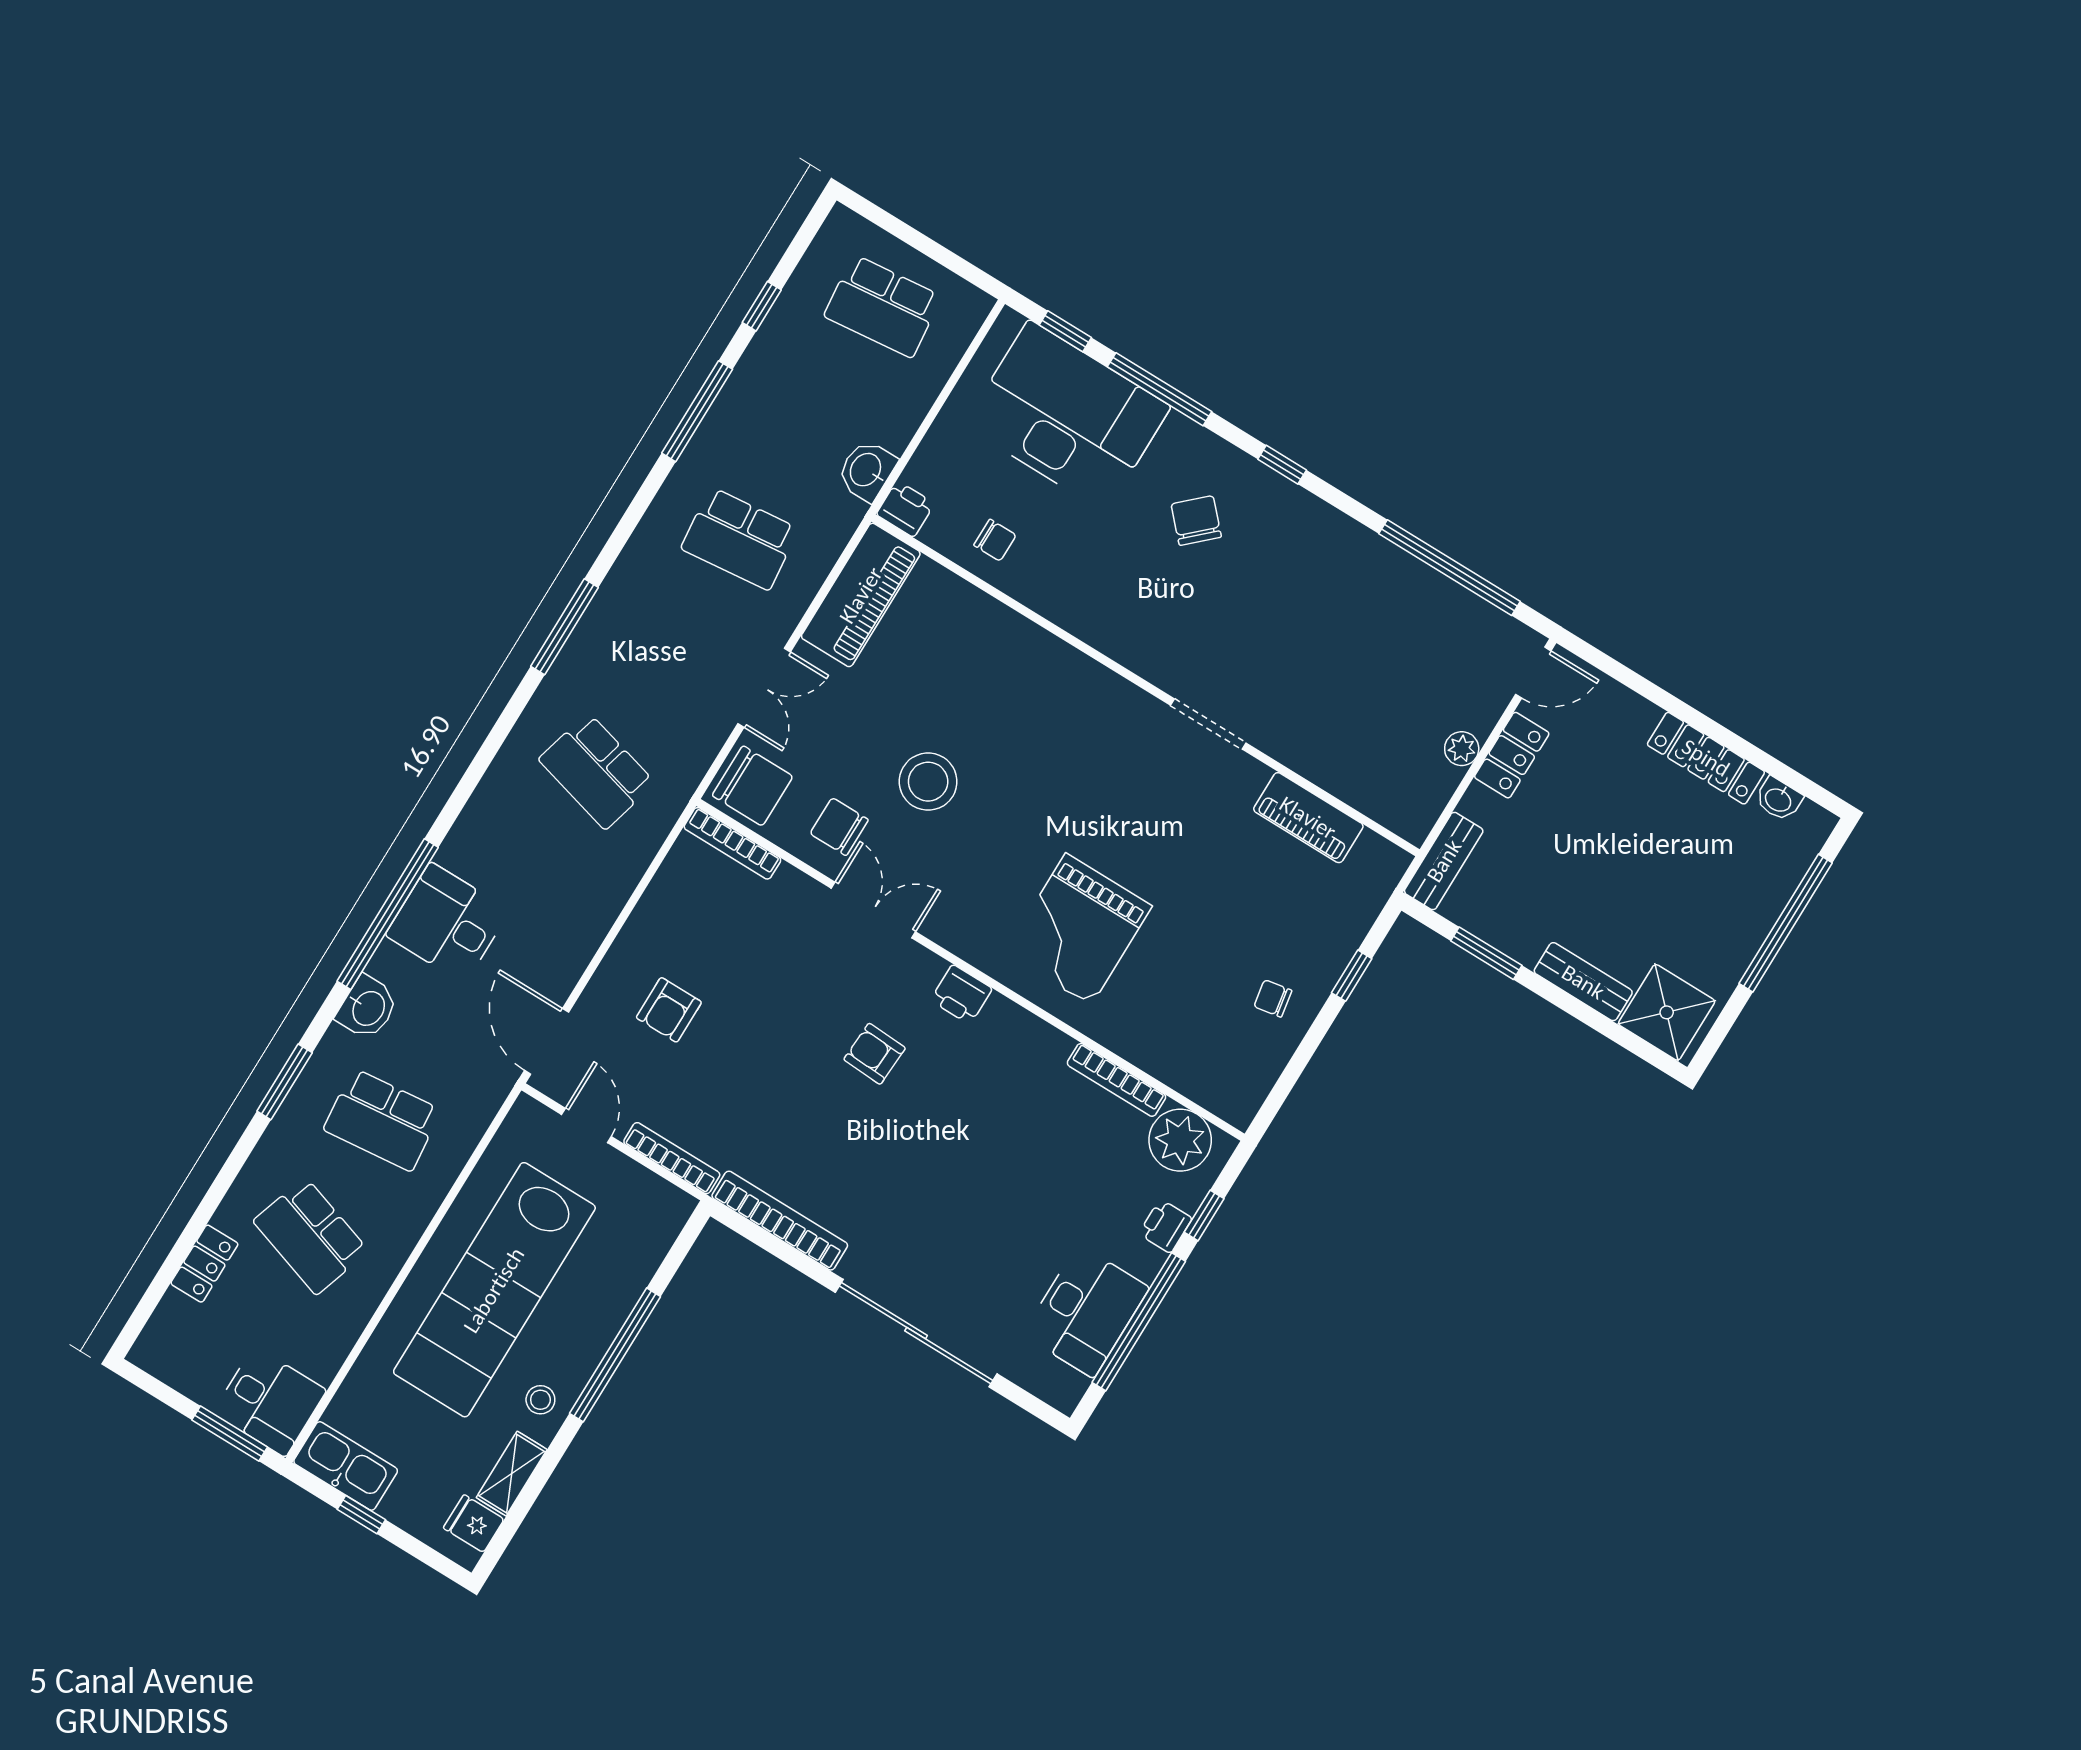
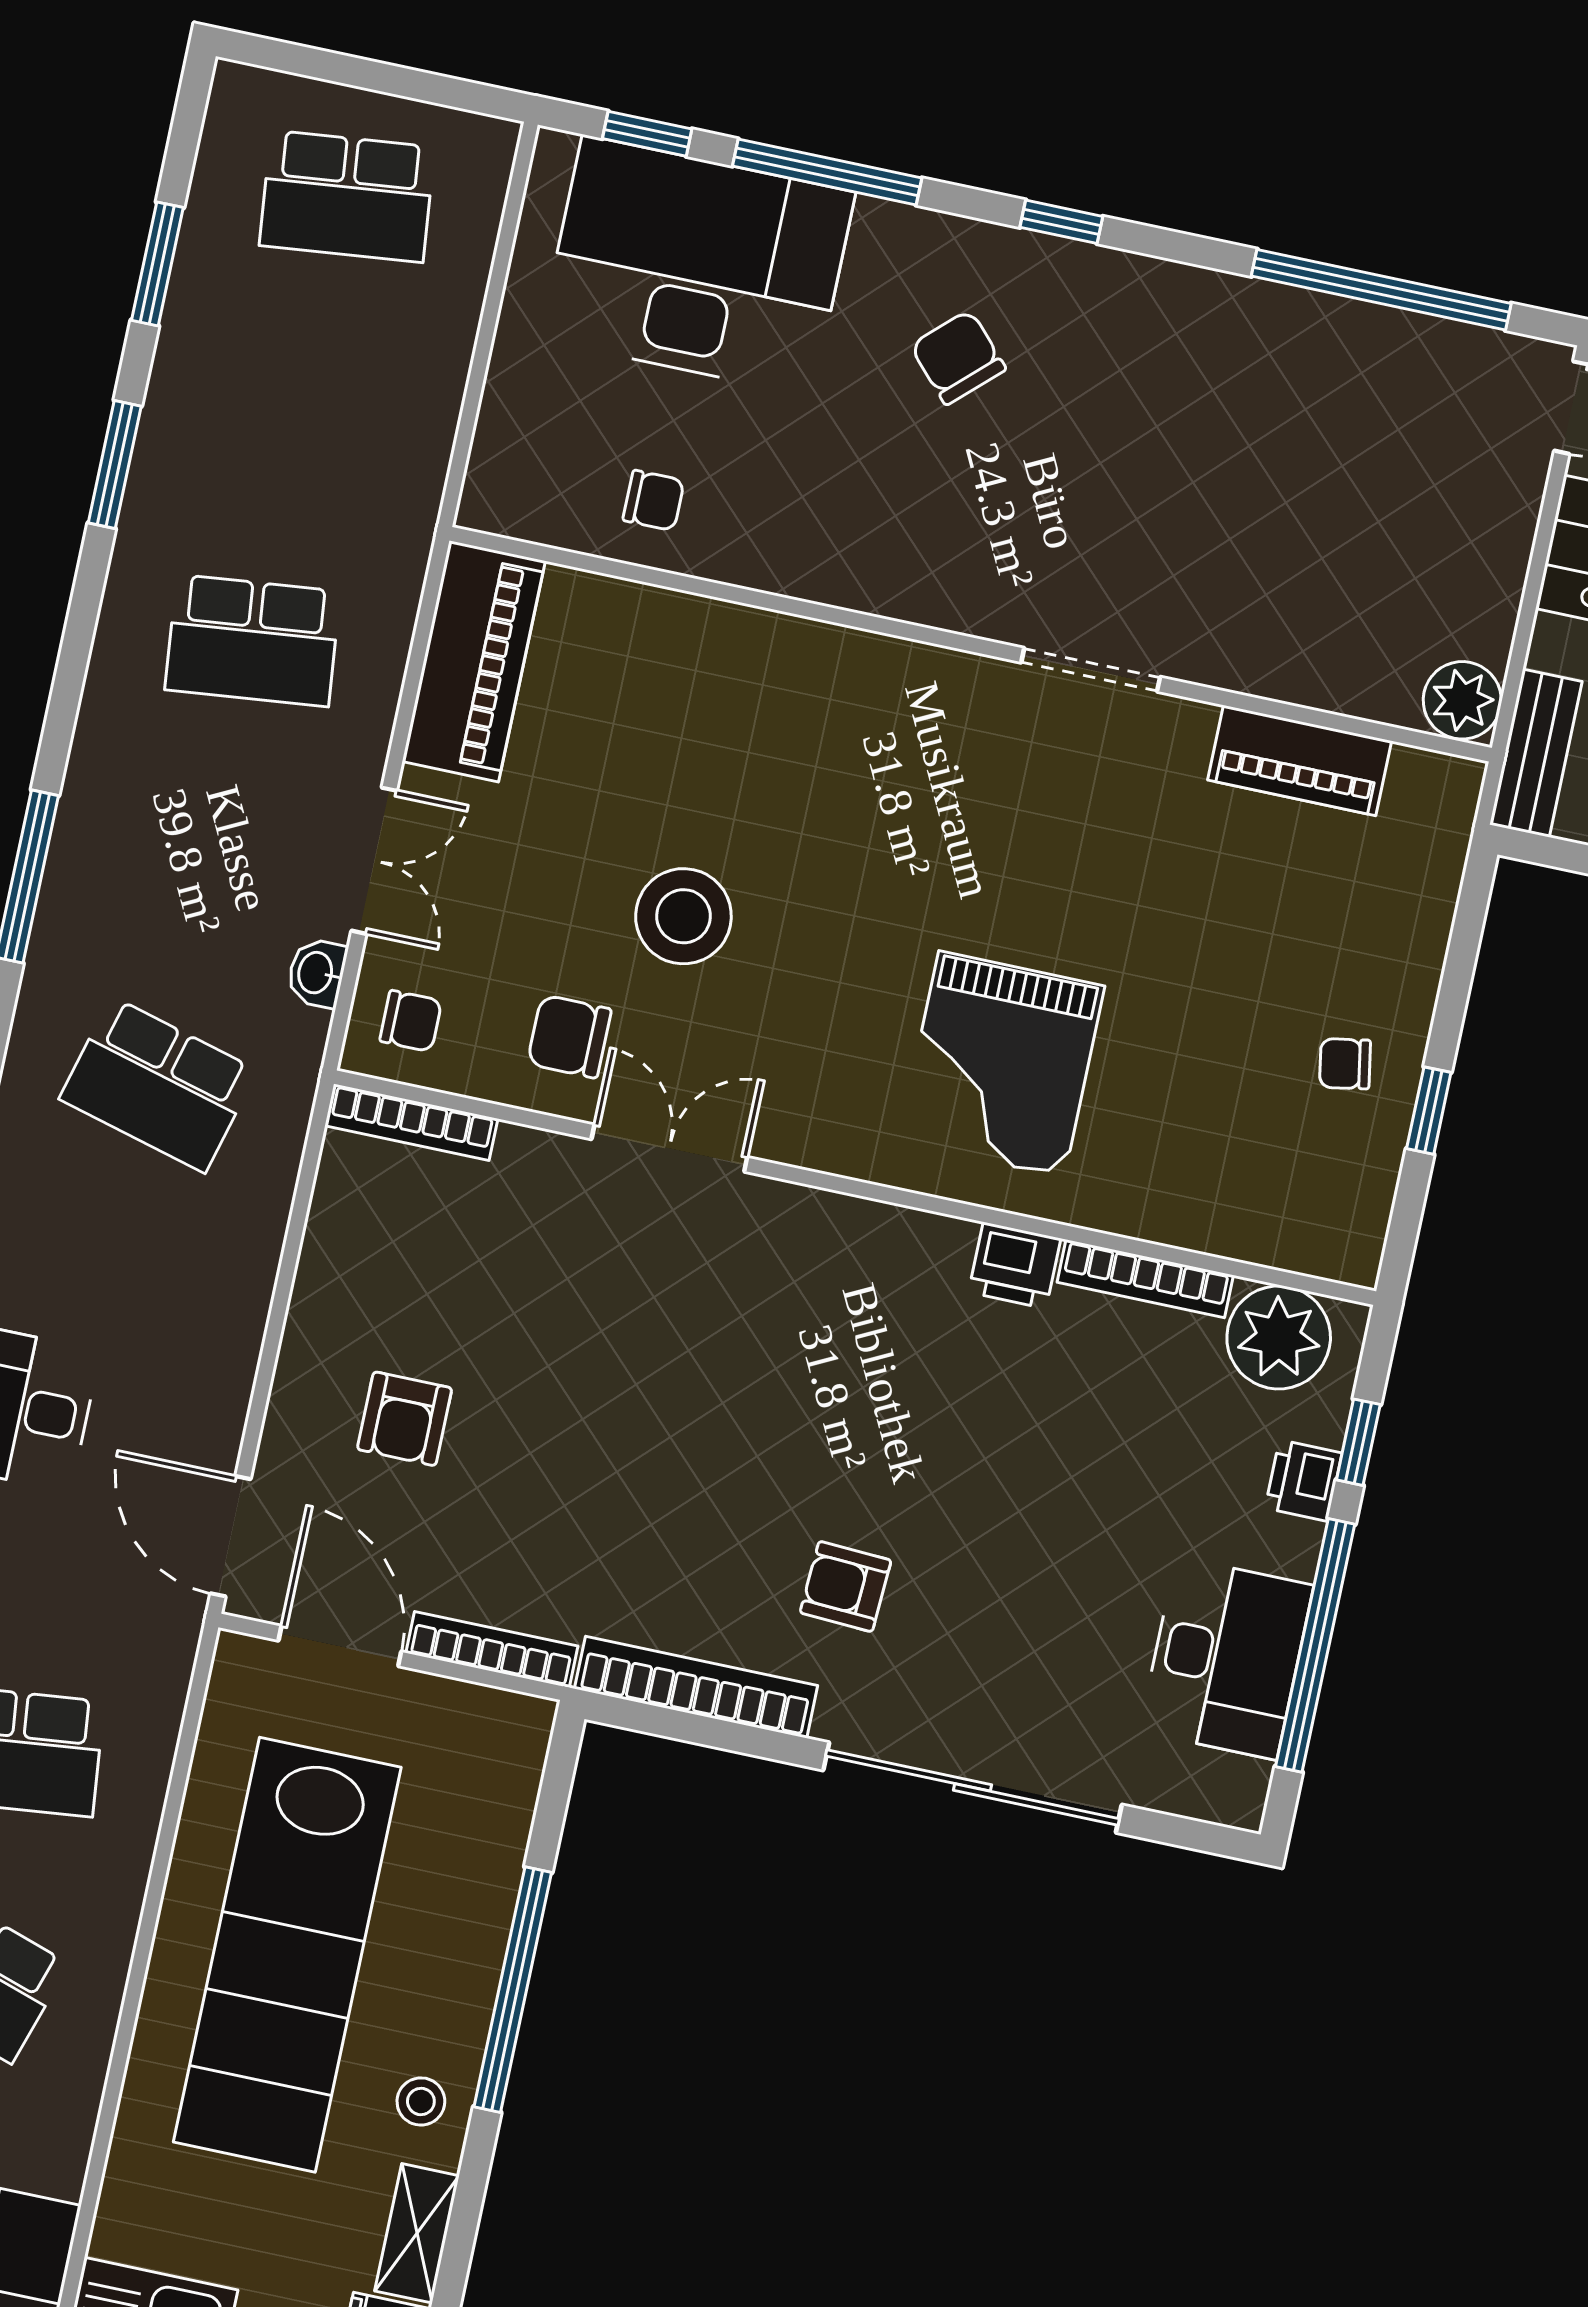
window: (762, 306) -> (157, 264), width x1.50
window: (697, 411) -> (115, 464), width x0.69
washbasin: (867, 470) -> (317, 973), moved, width x0.72, depth x0.69
printer: (905, 509) -> (496, 502), removed
plant: (1462, 749) -> (1462, 700), moved, width x1.38, depth x1.38
chair: (753, 786) -> (411, 1021), width x0.54, depth x0.54
window: (1352, 976) -> (1429, 1111), moved
printer: (961, 994) -> (1015, 1265), moved
armchair: (875, 1054) -> (846, 1586), moved
door: (586, 1126) -> (340, 1646), width x1.38

